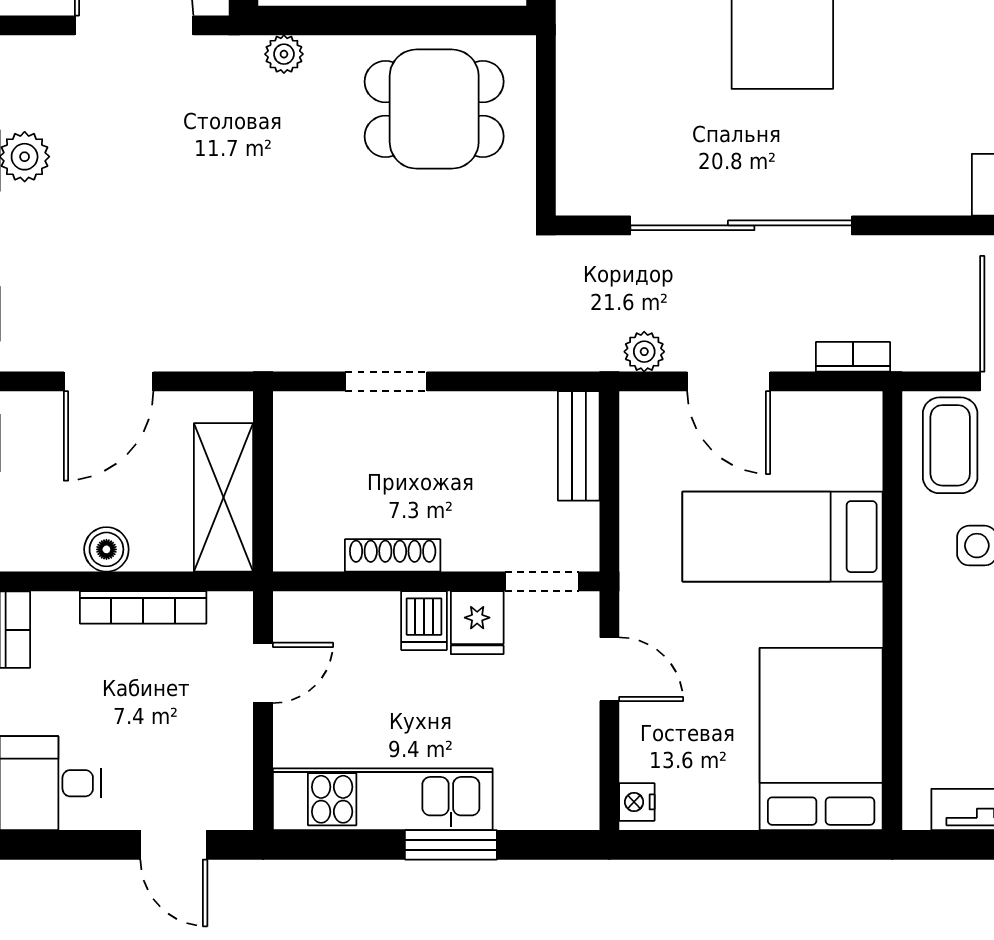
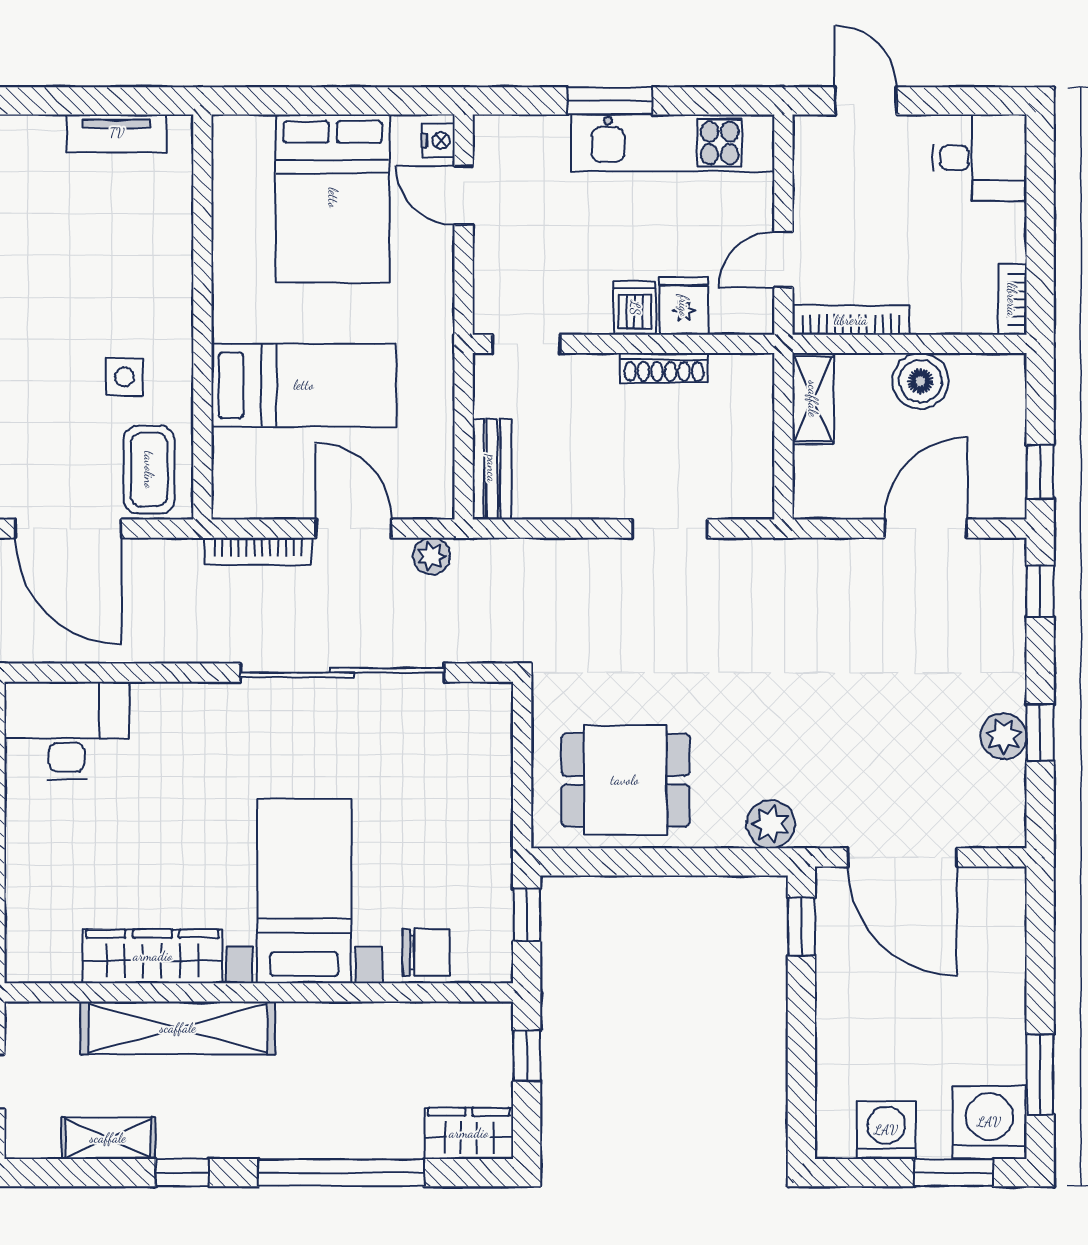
plant: (284, 54) -> (771, 824), width x1.38, depth x1.38
bookcase: (853, 357) -> (258, 551), width x1.56
shelving: (224, 497) -> (813, 399), width x0.67, depth x0.75
boiler: (106, 549) -> (920, 381), width x1.36, depth x1.36
bookcase: (143, 607) -> (851, 320), moved
fridge: (477, 623) -> (684, 306), moved
door: (609, 669) -> (464, 195), moved
bed: (821, 739) -> (333, 198), moved

